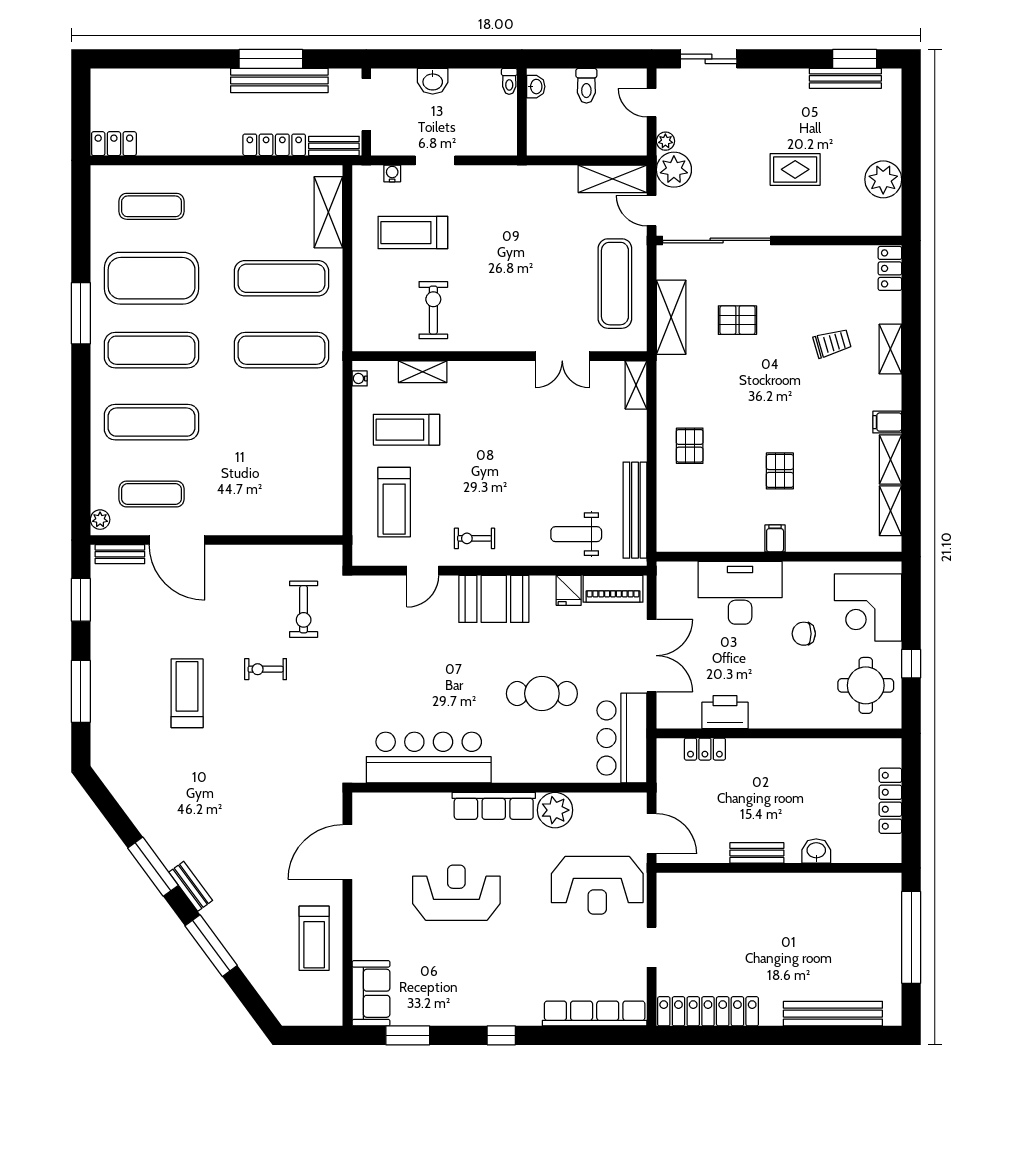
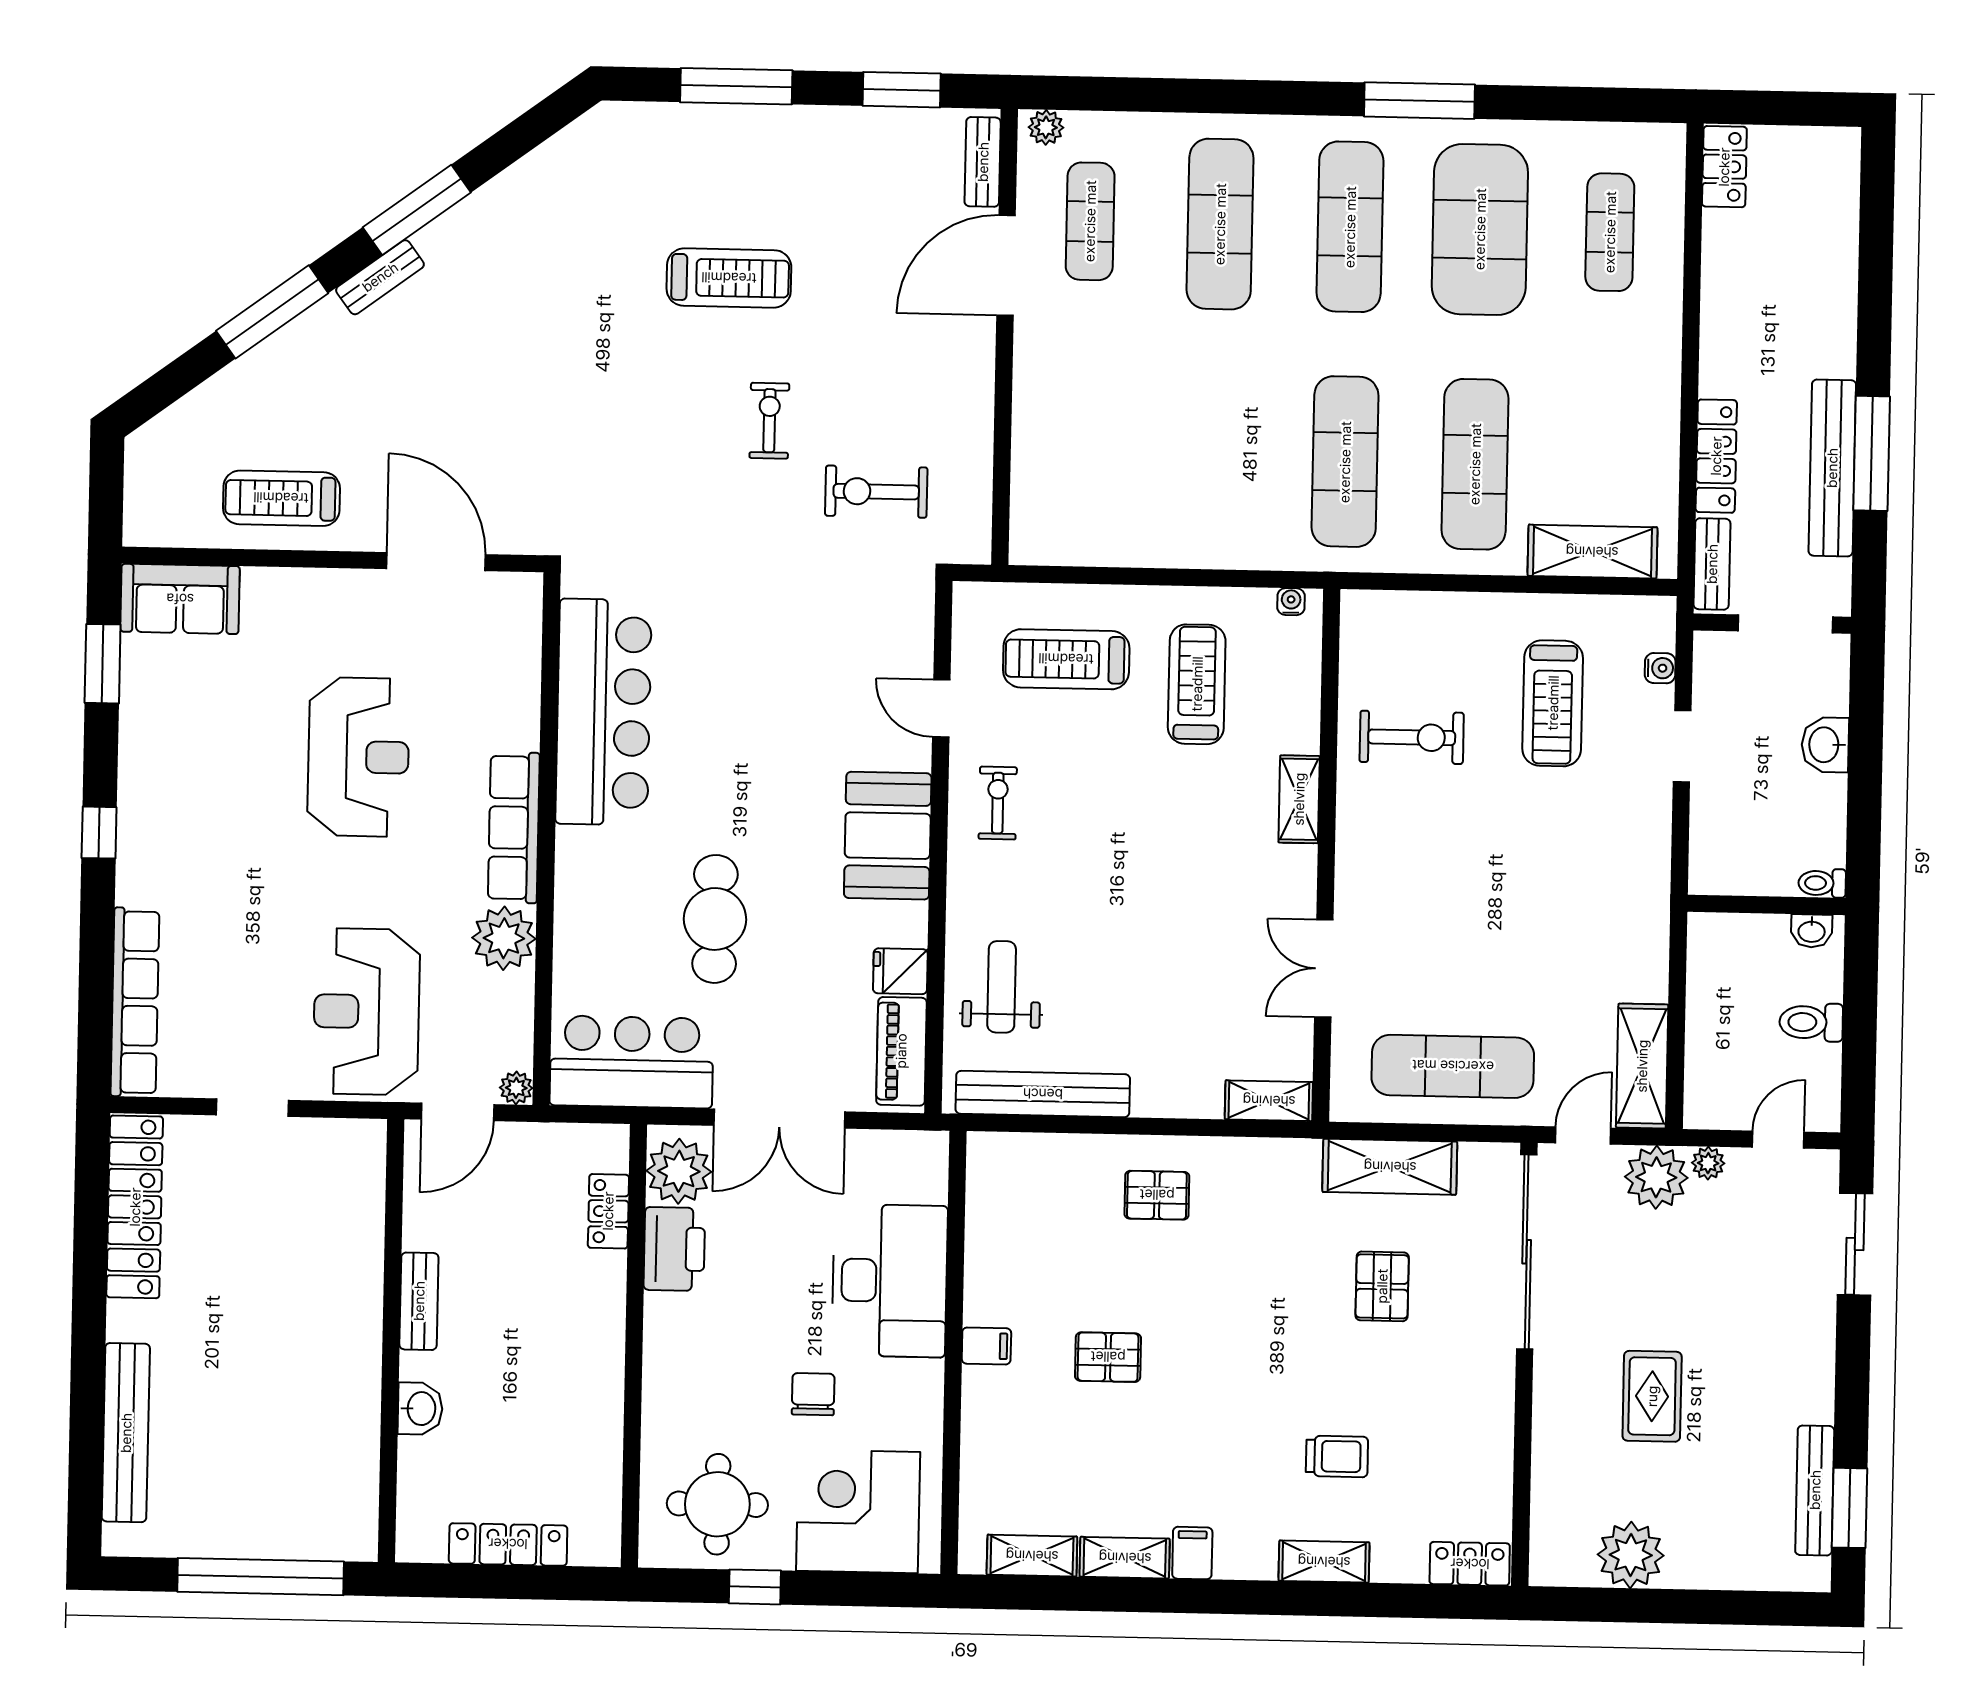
treadmill: (413, 233) -> (1553, 703), turned 180
trolley: (832, 343) -> (1337, 1456), turned -74
shelving: (423, 372) -> (1299, 799), moved
plant: (682, 711) -> (679, 1171), added
plant: (638, 802) -> (516, 1088), added

